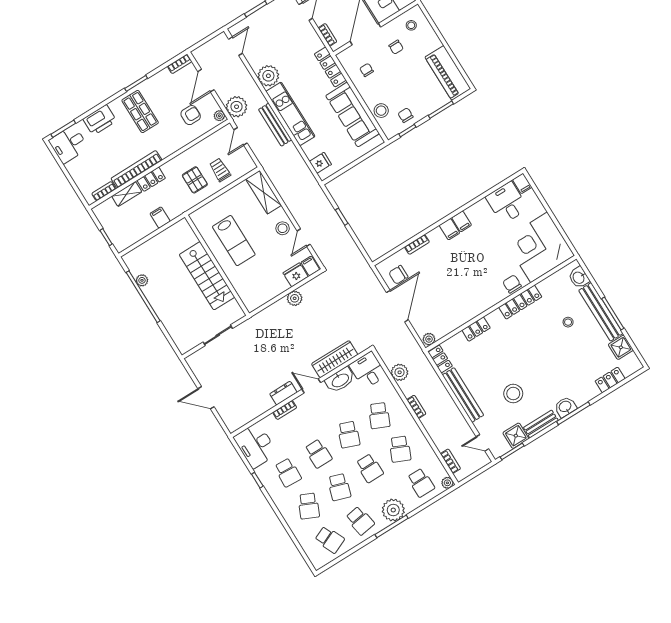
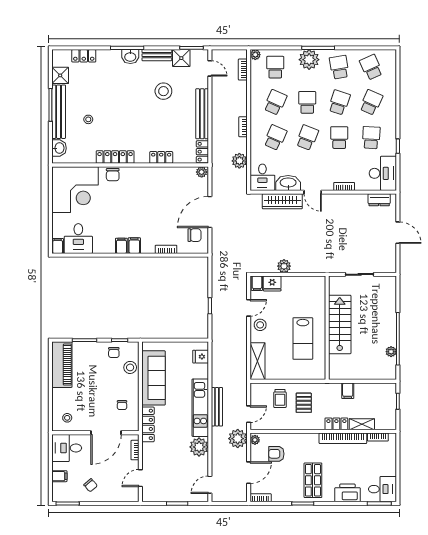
chair: (396, 47) -> (89, 408), removed
lab bench: (234, 241) -> (303, 339), turned 180
dresser: (283, 393) -> (379, 200), moved

